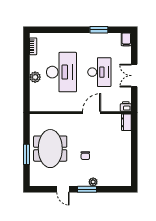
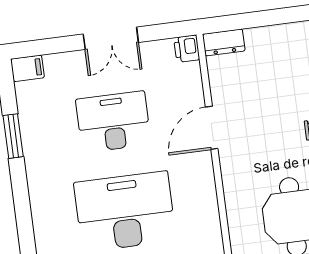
door: (92, 113) -> (212, 128), hinge flipped

